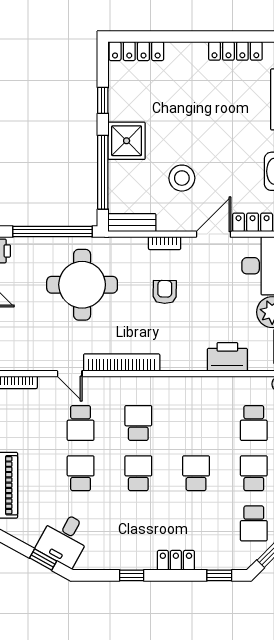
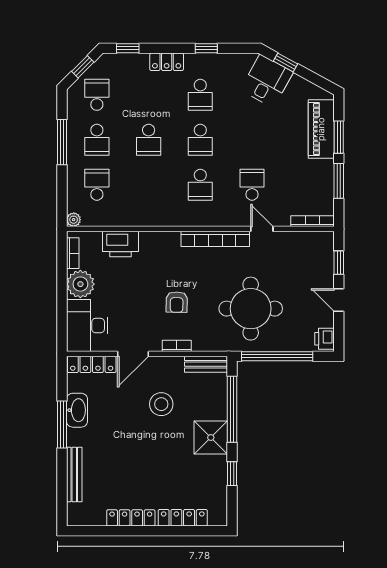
locker: (136, 51) -> (183, 518), moved
locker: (235, 51) -> (131, 518), moved
school desk: (81, 473) -> (200, 95), moved

